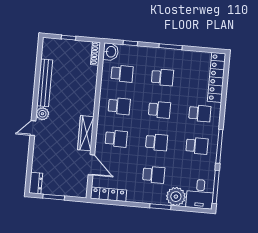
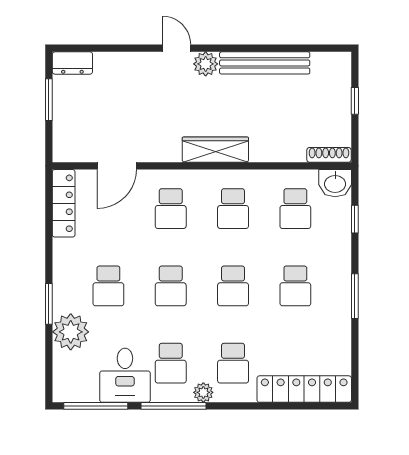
plant: (214, 130) -> (203, 392), added
wardrobe: (86, 133) -> (215, 150), moved
desk: (200, 194) -> (125, 375), moved, turned -90

